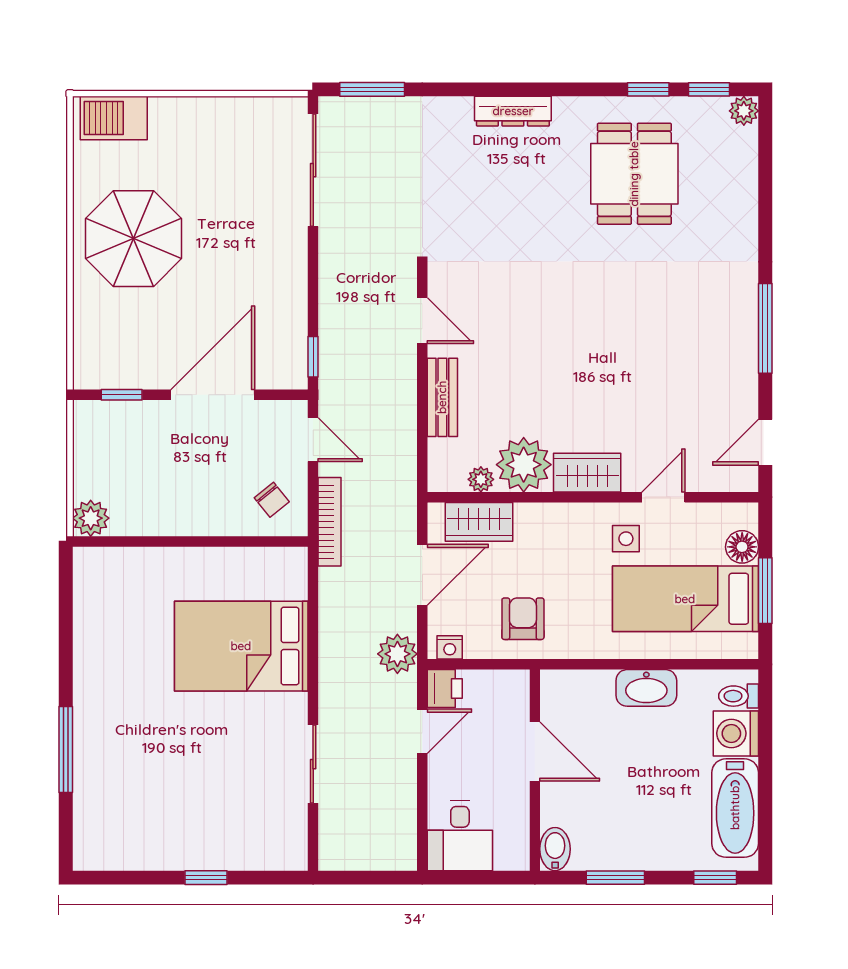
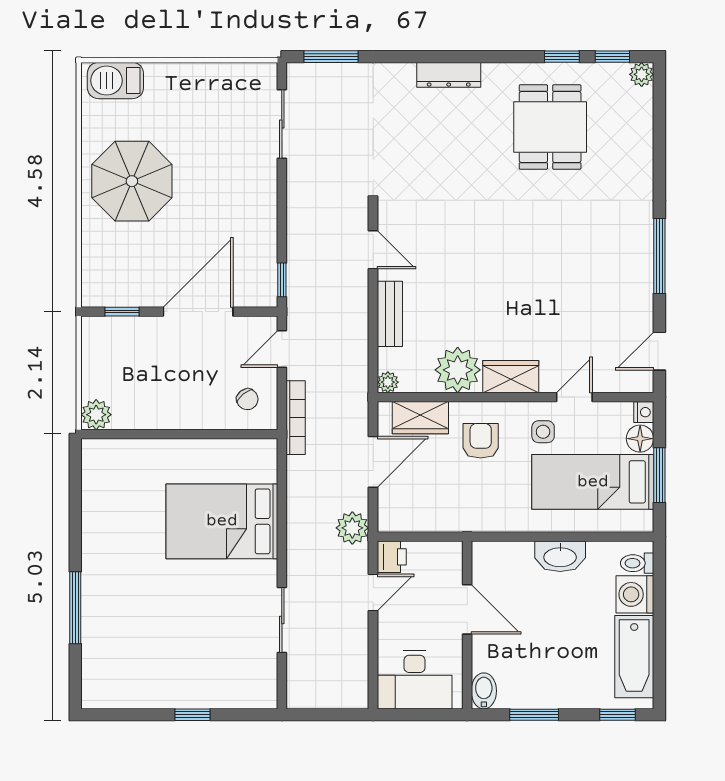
sliding door: (313, 170) -> (282, 124), width x0.73
door: (313, 440) -> (282, 349), swing flipped
plant: (481, 479) -> (388, 382), moved
armchair: (523, 619) -> (481, 441), moved
nightstand: (450, 647) -> (644, 412), moved, turned -90
desk: (460, 836) -> (415, 680), width x1.37

